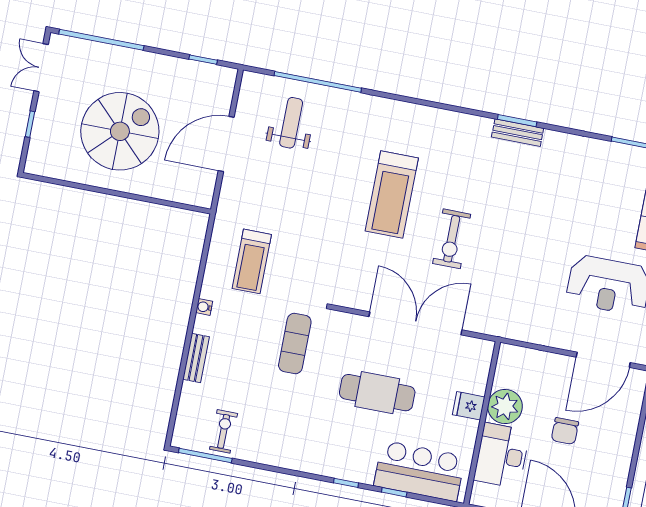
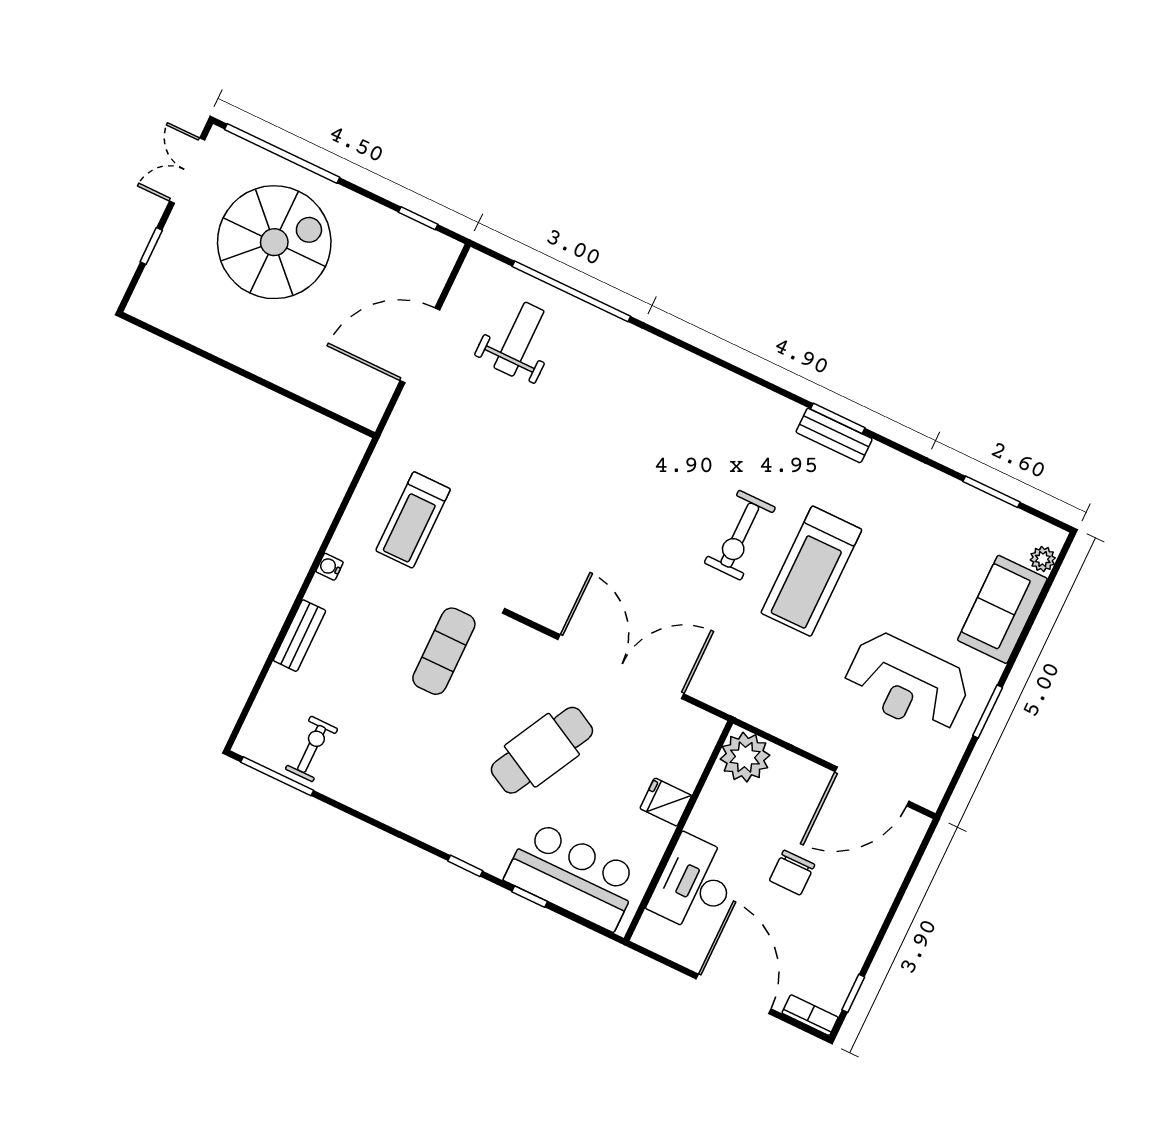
spiral stairs: (120, 131) -> (274, 242), moved
treadmill: (392, 194) -> (811, 571), moved
exercise bike: (452, 239) -> (740, 535), moved
cafe table: (377, 393) -> (542, 750), turned -62
plant: (505, 406) -> (745, 757), moved

